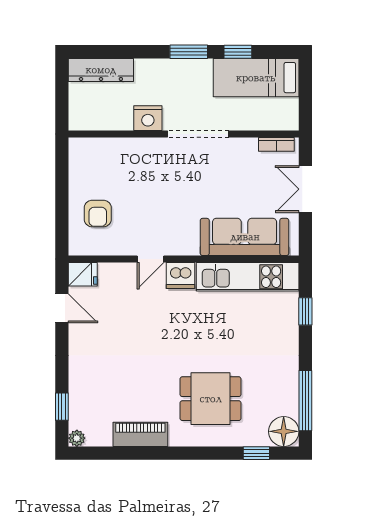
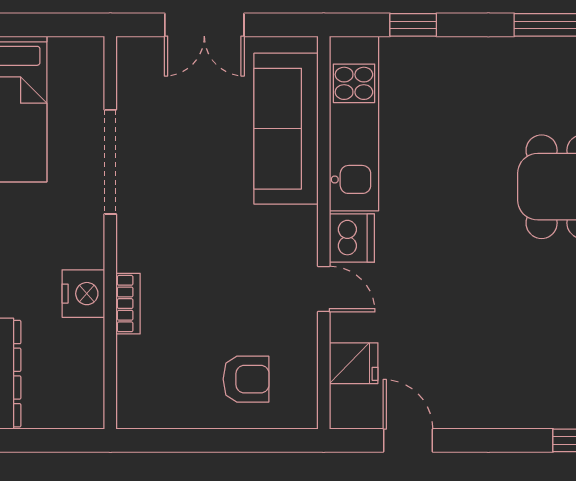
doorway: (198, 134) -> (110, 162), moved
bookcase: (276, 144) -> (128, 304), moved
fridge: (83, 274) -> (354, 363), moved, turned 90
door: (62, 308) -> (408, 440), hinge flipped

